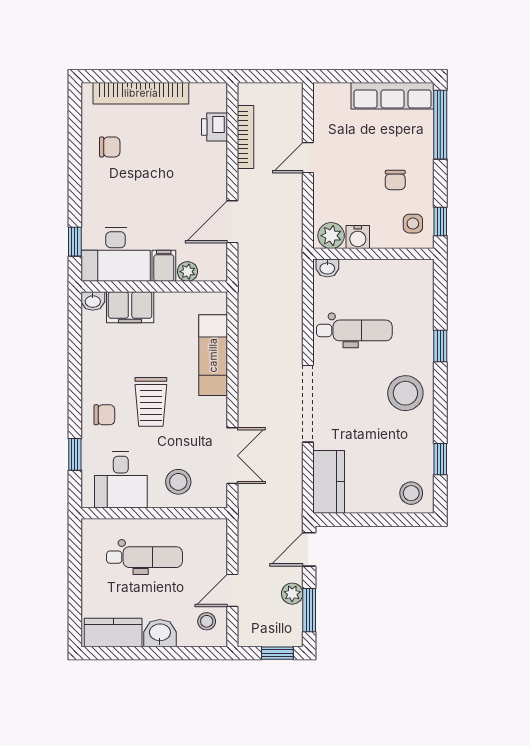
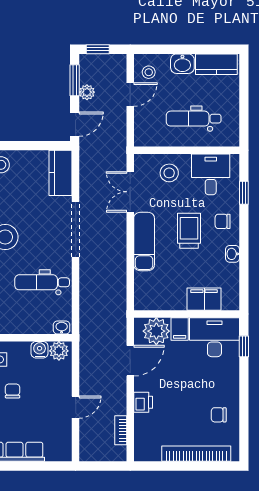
printer: (214, 127) -> (143, 402), moved
bookcase: (245, 137) -> (121, 430), width x0.64
plant: (187, 272) -> (156, 331), width x1.88, depth x1.88
washbasin: (93, 301) -> (233, 254), moved, turned -90
exam couch: (213, 355) -> (144, 242), moved

